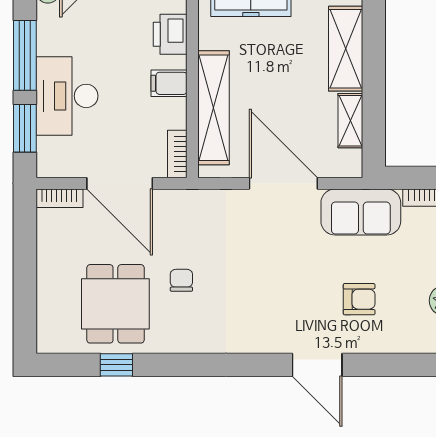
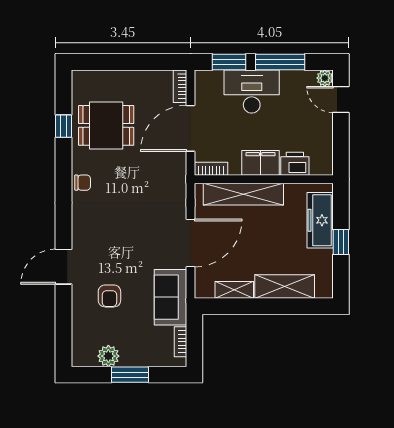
filing cabinet: (169, 83) -> (261, 163), width x2.00
chair: (181, 280) -> (83, 183), moved

